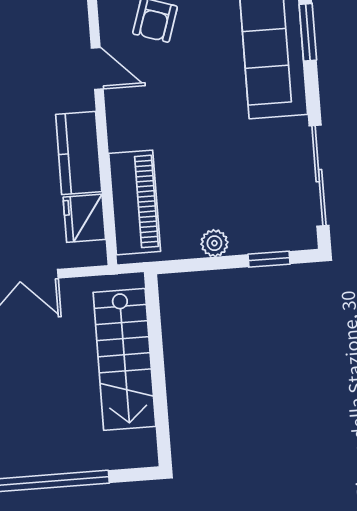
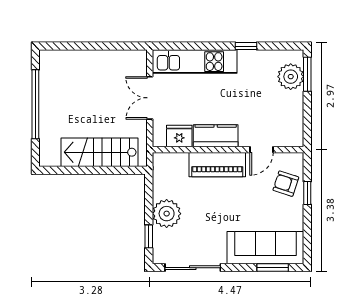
piano: (135, 202) -> (217, 165), moved
plant: (214, 243) -> (167, 214), width x1.87, depth x1.87

